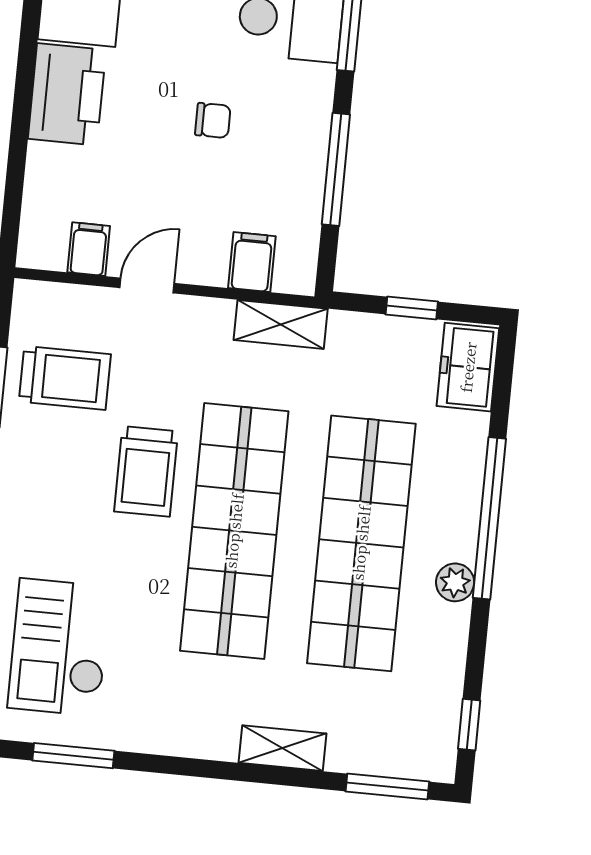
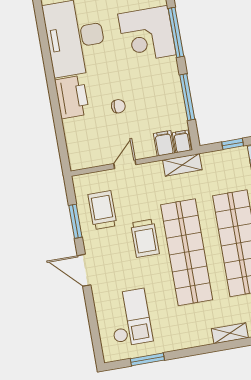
chair: (213, 120) -> (118, 106), moved
filing cabinet: (89, 249) -> (182, 141), moved
trolley: (65, 378) -> (102, 210), turned -90
checkout: (59, 647) -> (130, 318), turned 180

